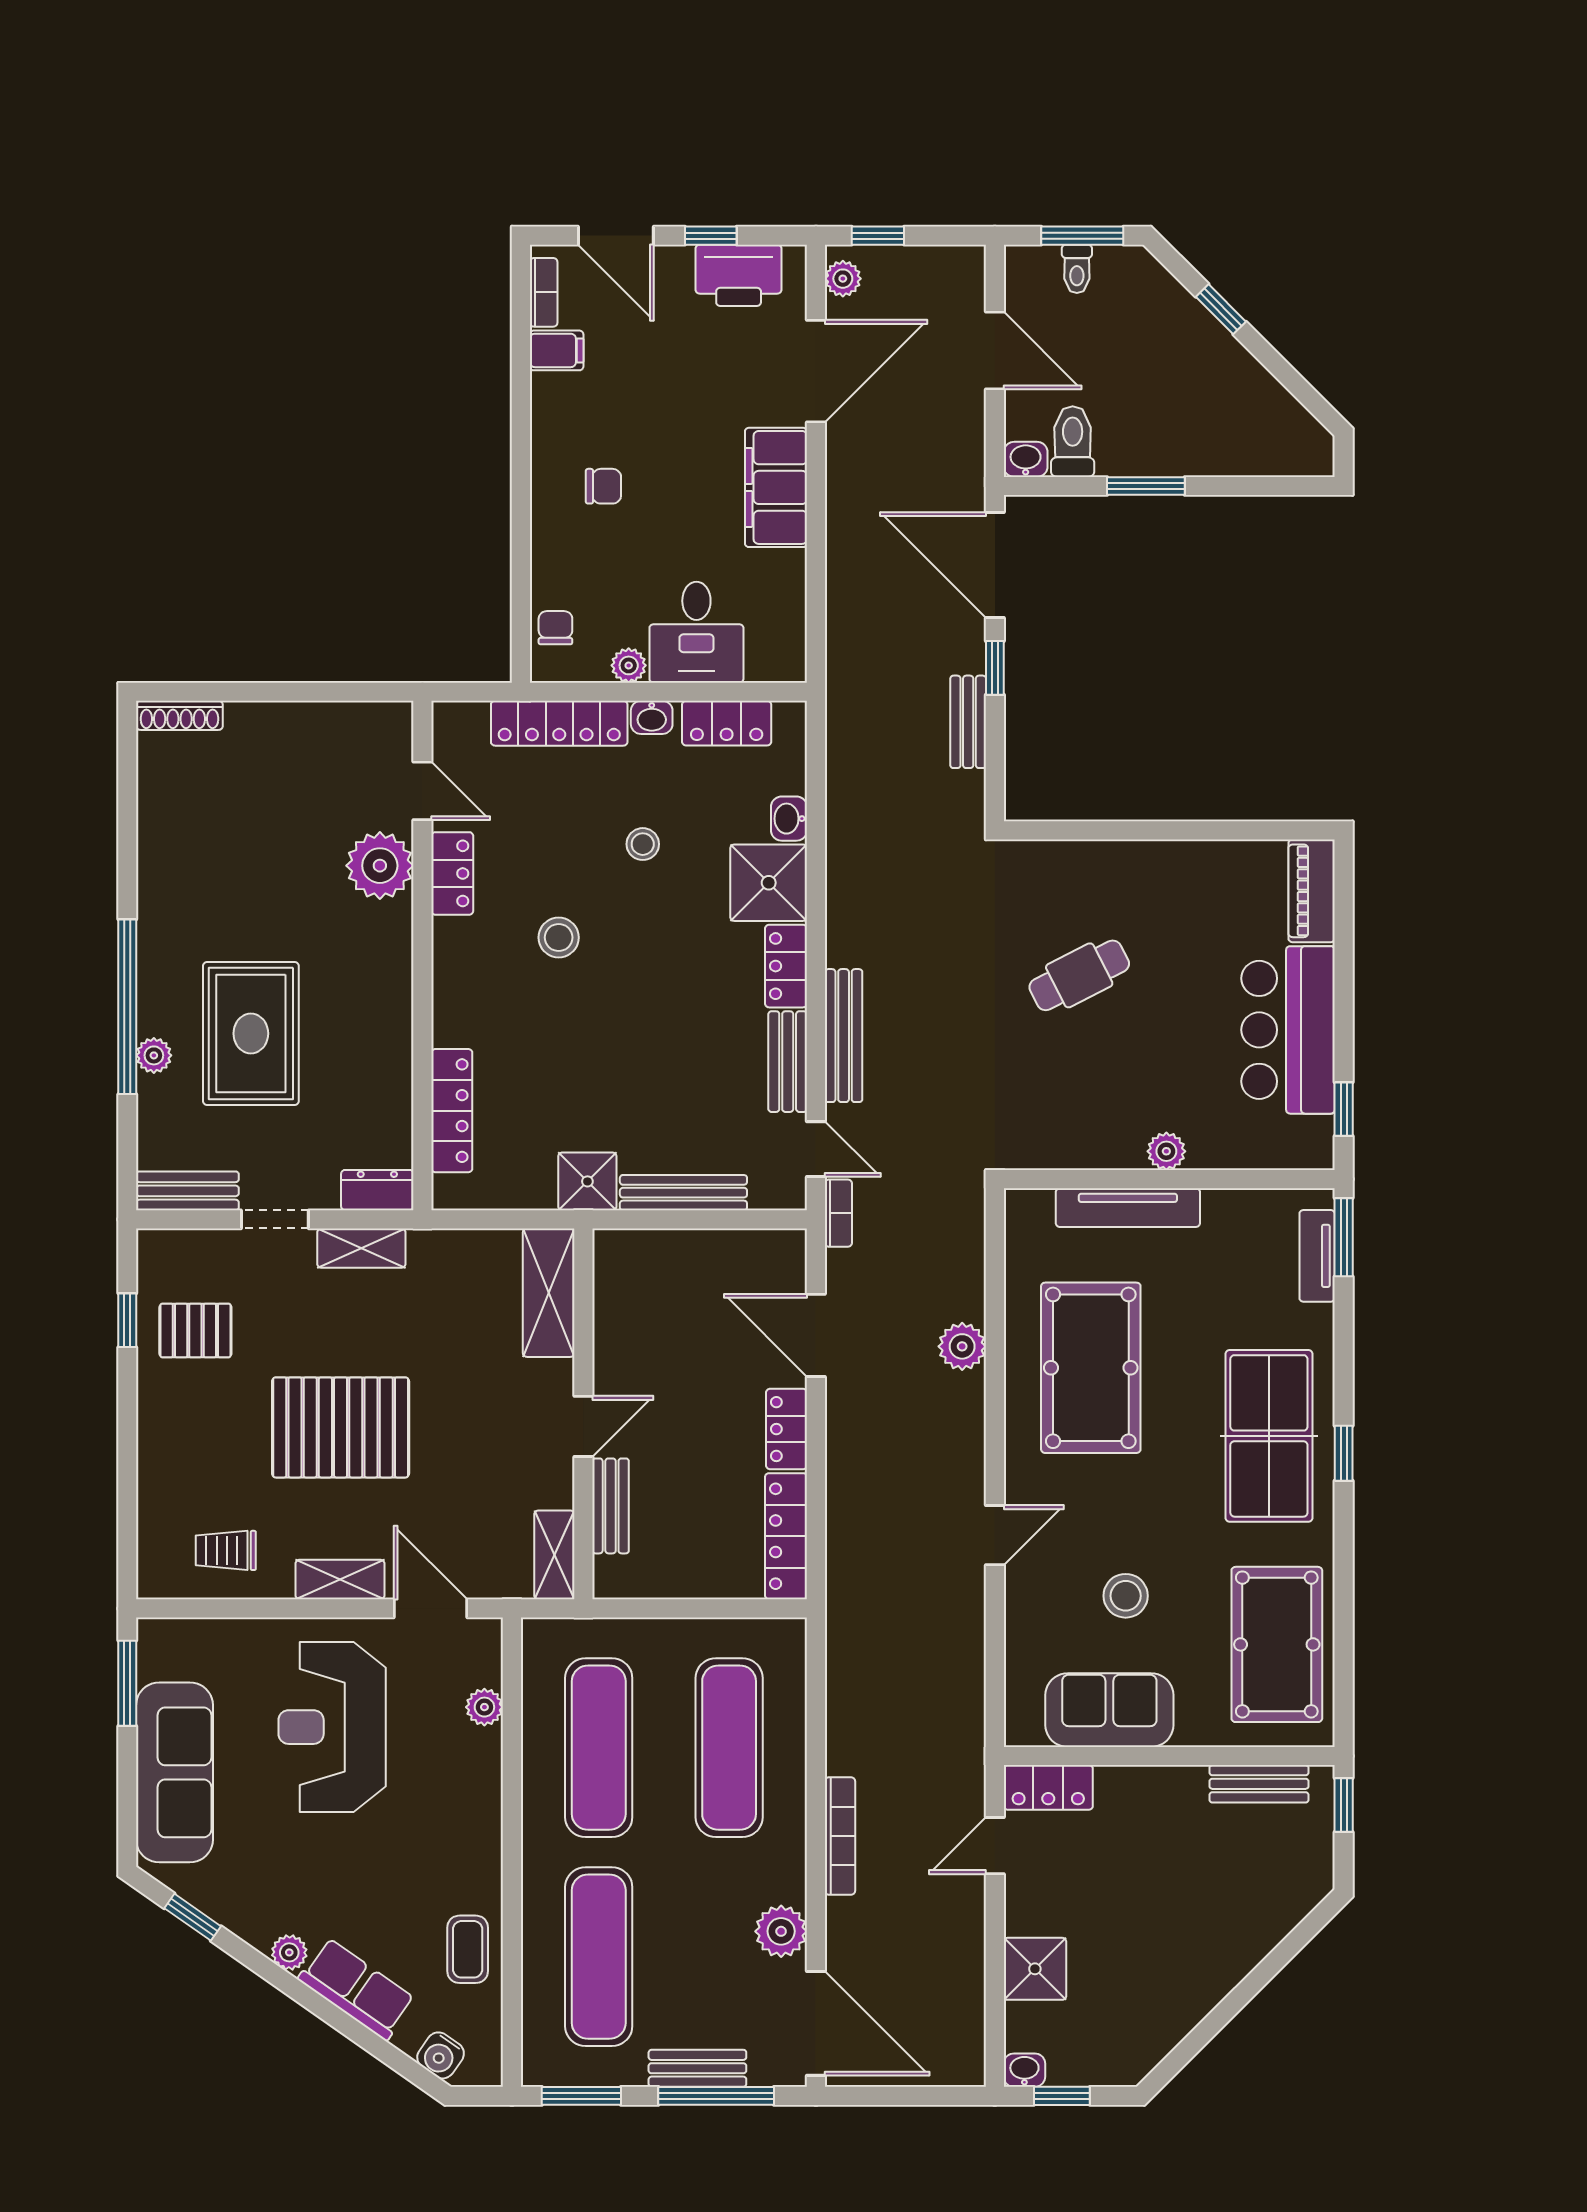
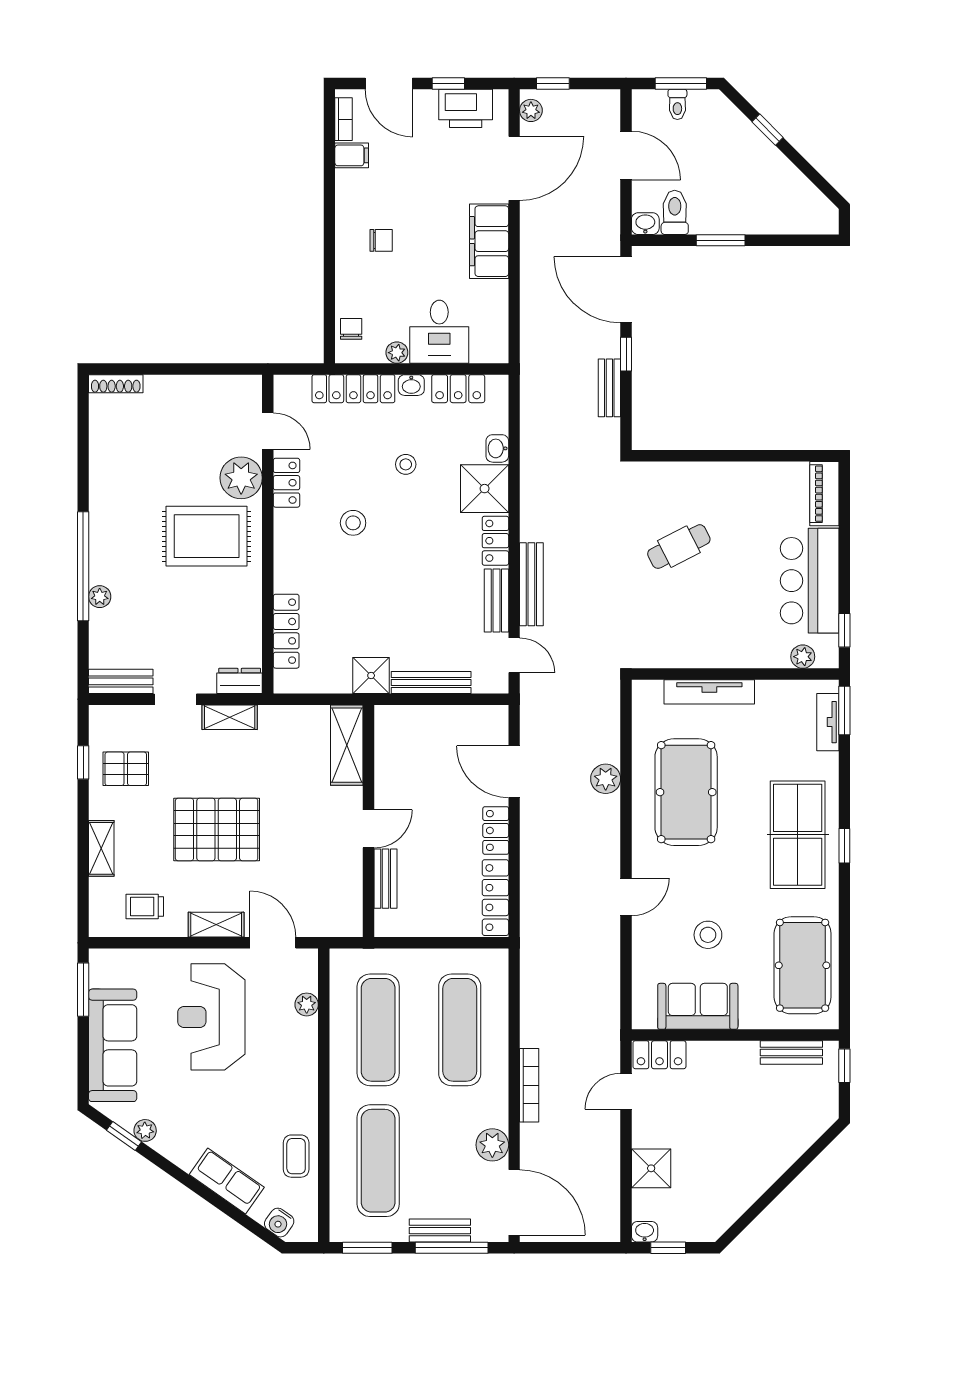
rug: (251, 1033) -> (207, 536), moved, turned 90
plant: (1166, 1151) -> (803, 657), moved
bookcase: (838, 1213) -> (528, 695), removed
shelving: (554, 1555) -> (101, 848), moved
plant: (289, 1952) -> (145, 1130), moved

